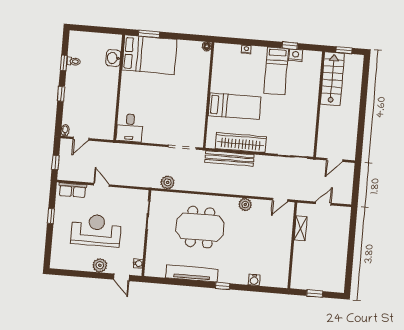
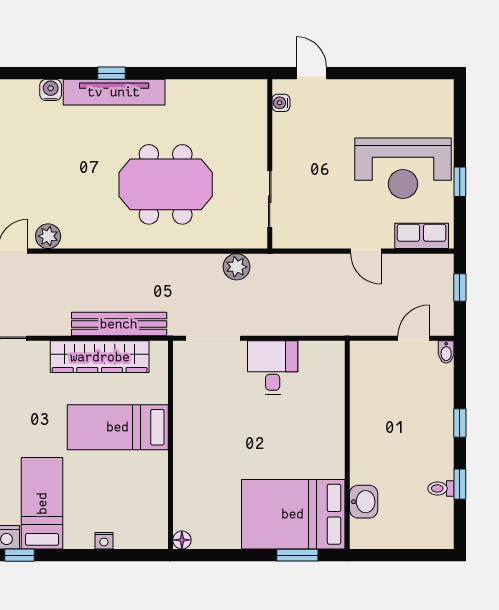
desk: (130, 128) -> (273, 368), moved
plant: (245, 205) -> (48, 236), moved
reception desk: (96, 230) -> (403, 168), moved
plant: (100, 265) -> (356, 93), removed
tv unit: (192, 274) -> (114, 92), moved

